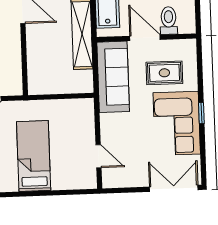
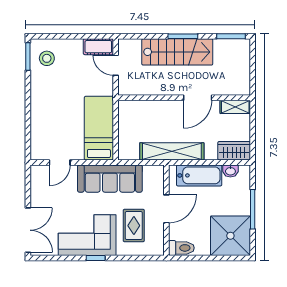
toilet: (169, 21) -> (181, 248), moved
sofa: (113, 77) -> (110, 179), moved
bed: (34, 156) -> (99, 128), moved, turned -90

